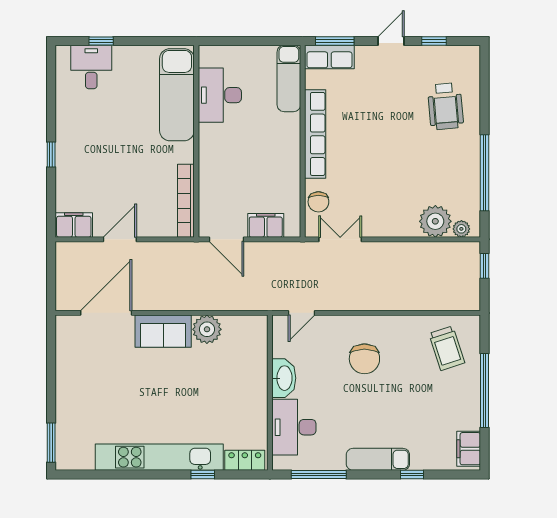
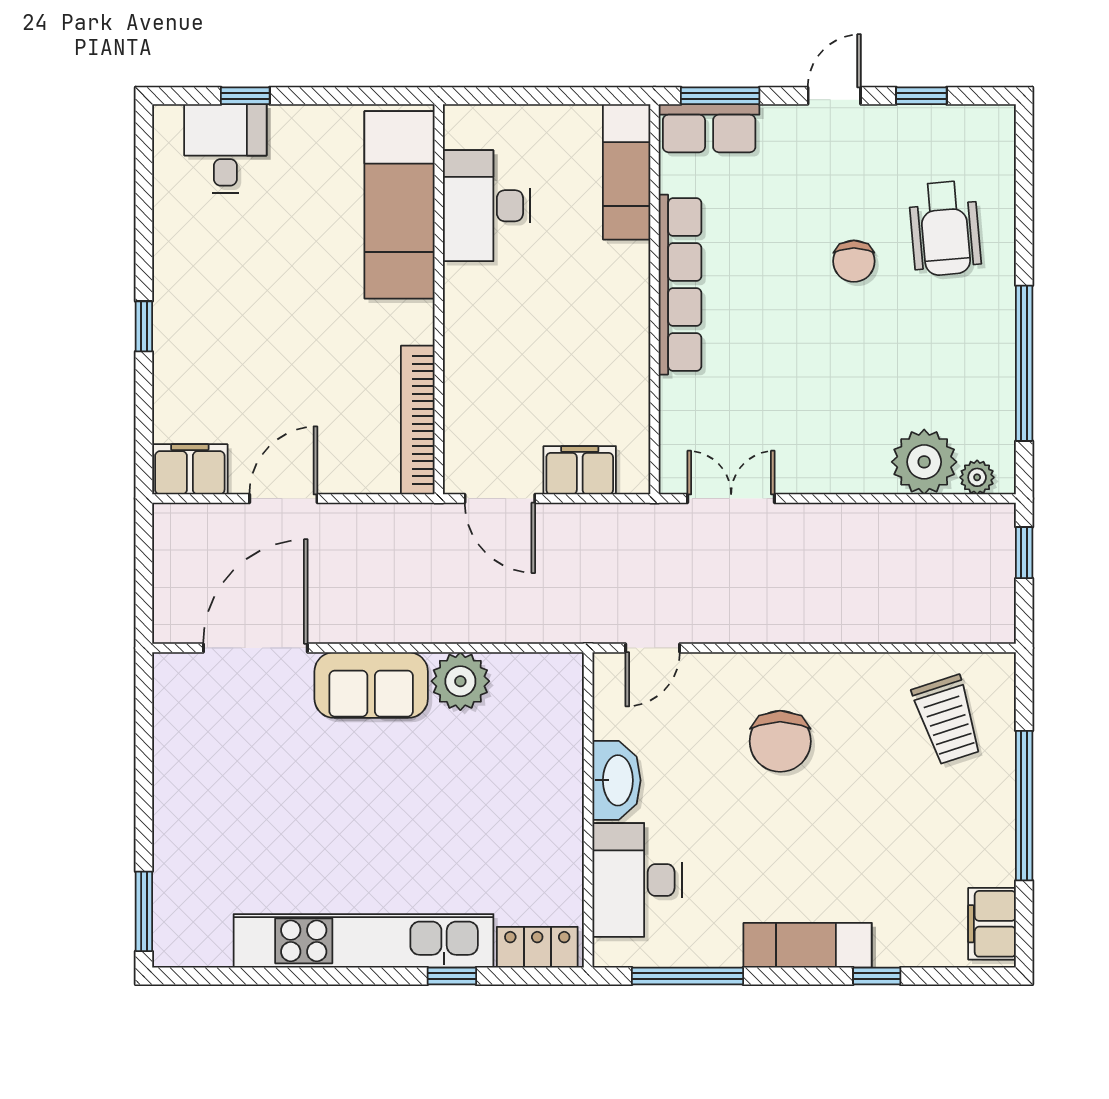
chair: (318, 202) -> (854, 261), moved

